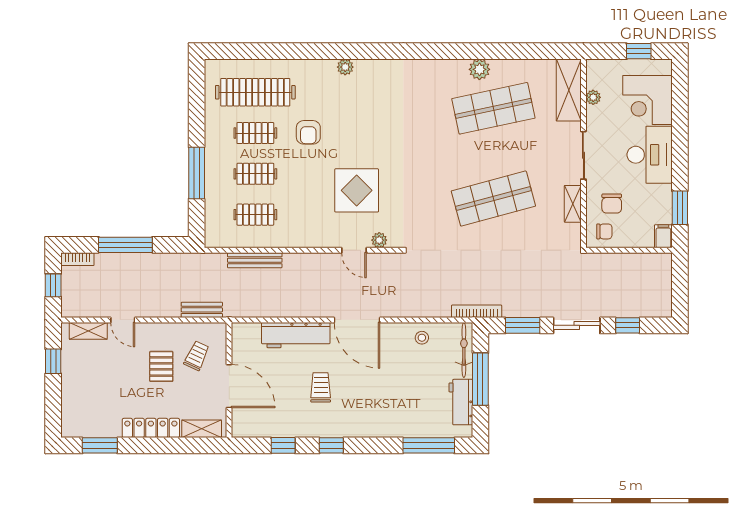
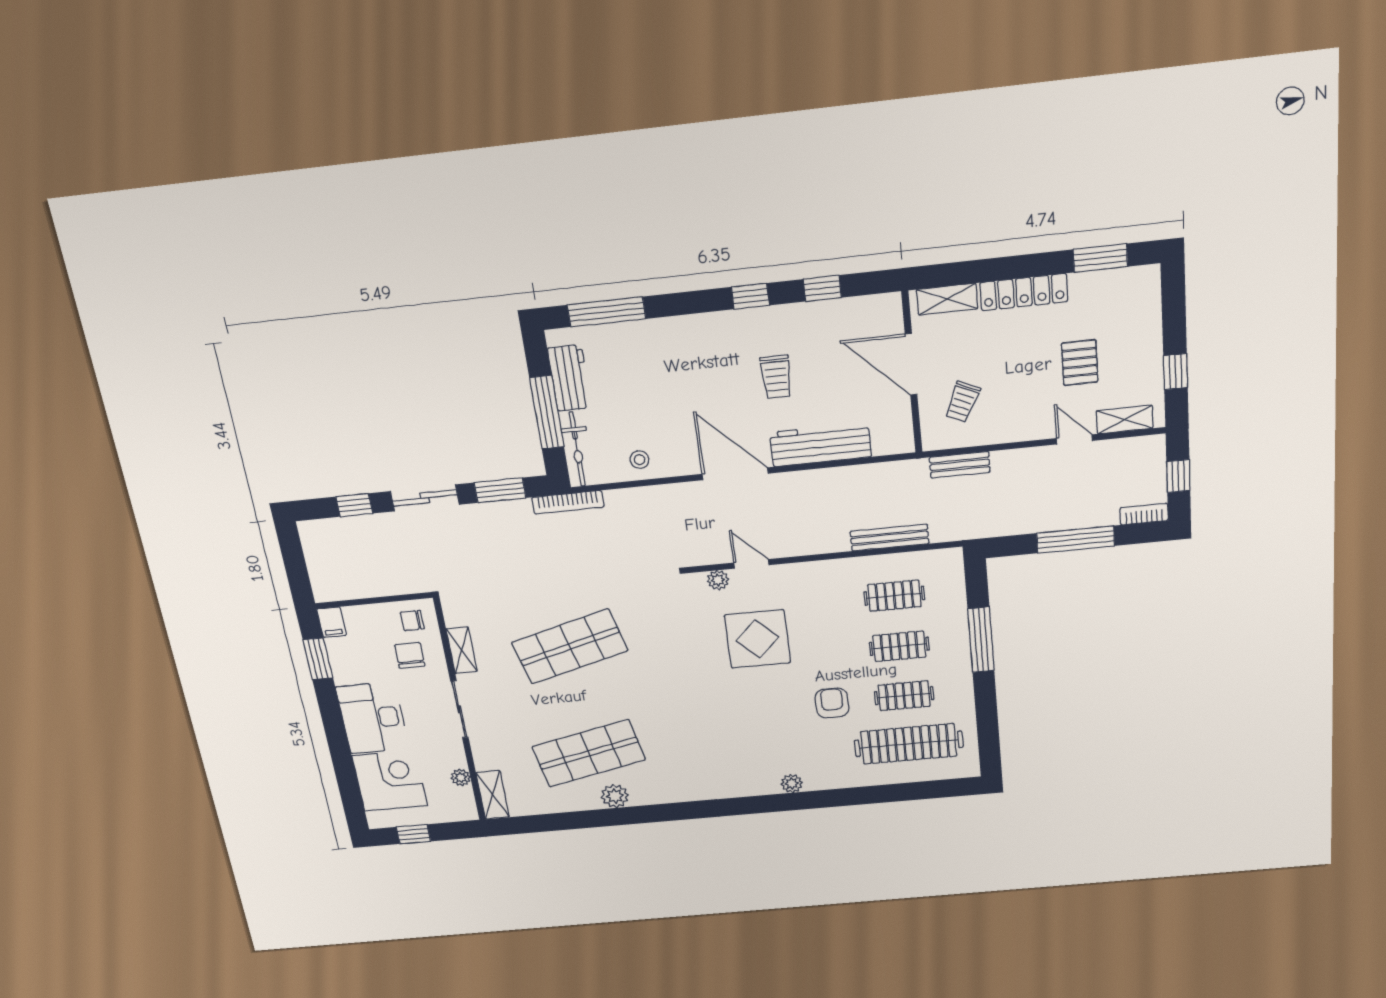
shelving: (569, 90) -> (493, 795), width x0.67, depth x0.75
pallet: (161, 366) -> (1080, 363), moved

